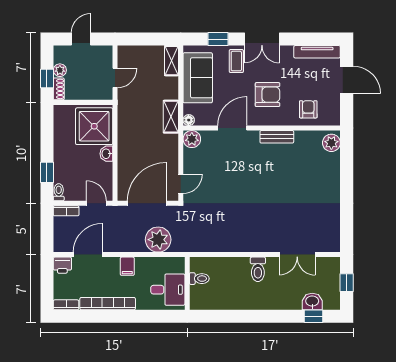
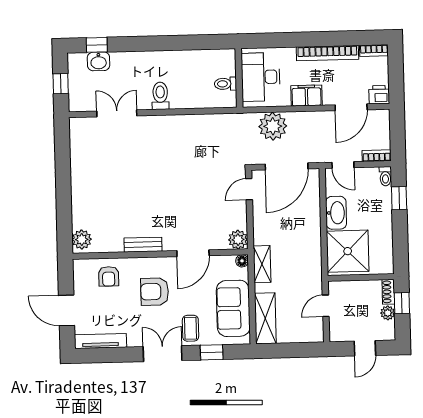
shelving: (172, 61) -> (265, 318), width x1.50, depth x1.33
washbasin: (106, 154) -> (336, 213), width x1.91, depth x1.45
filing cabinet: (127, 266) -> (307, 95), width x2.00
desk: (168, 290) -> (261, 77), width x1.37

